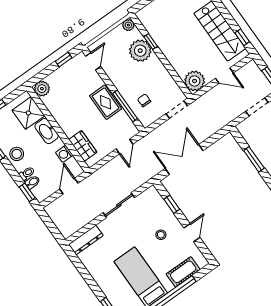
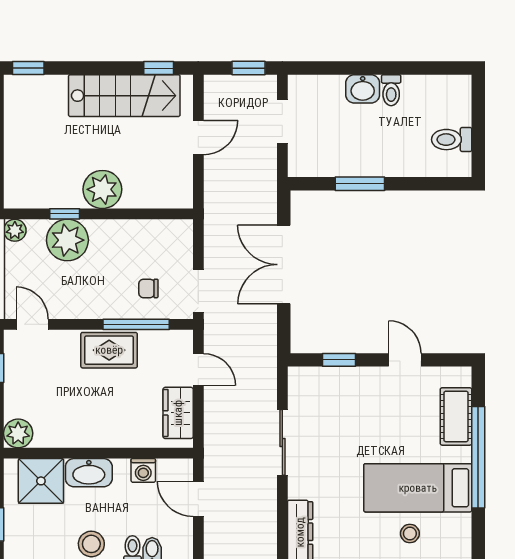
plant: (195, 81) -> (102, 189), moved
doorway: (177, 110) -> (198, 291), moved
wardrobe: (83, 146) -> (178, 413), moved, turned -90
double door: (184, 160) -> (284, 265), moved
stool: (161, 235) -> (410, 534), moved

